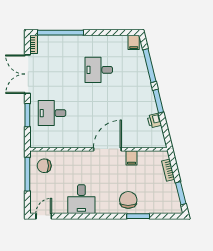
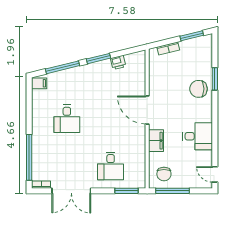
window: (27, 115) -> (127, 191), moved
filing cabinet: (132, 158) -> (156, 141), moved, width x2.00

